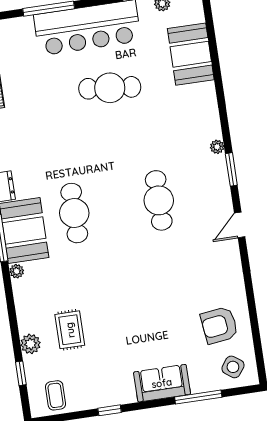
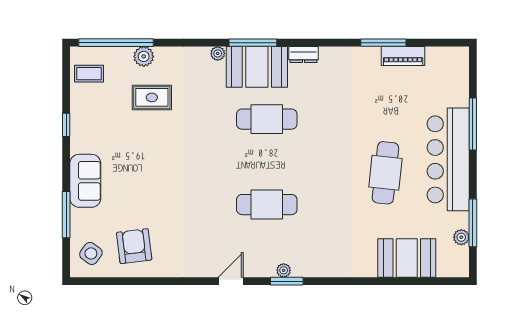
plant: (217, 147) -> (284, 270), moved
door: (240, 225) -> (231, 281), hinge flipped
window: (21, 373) -> (116, 43), width x3.17

